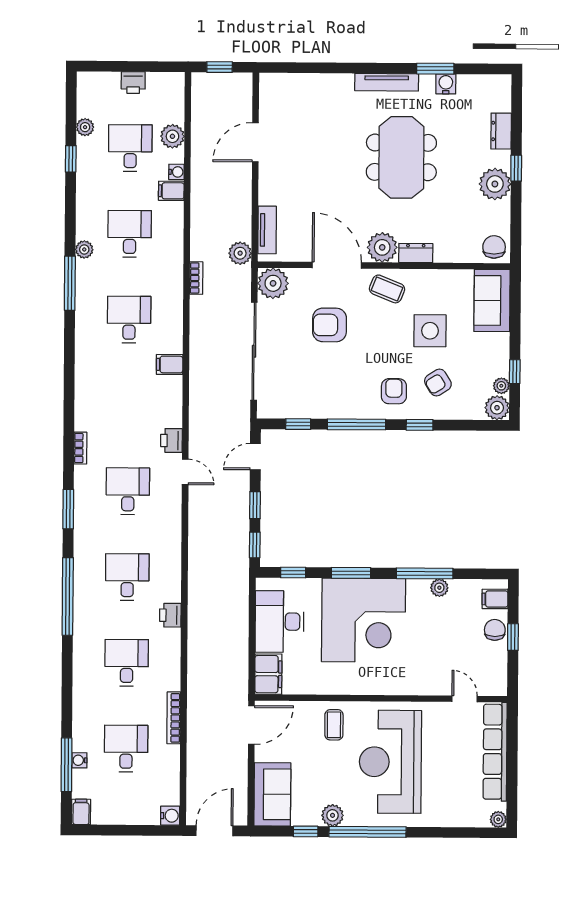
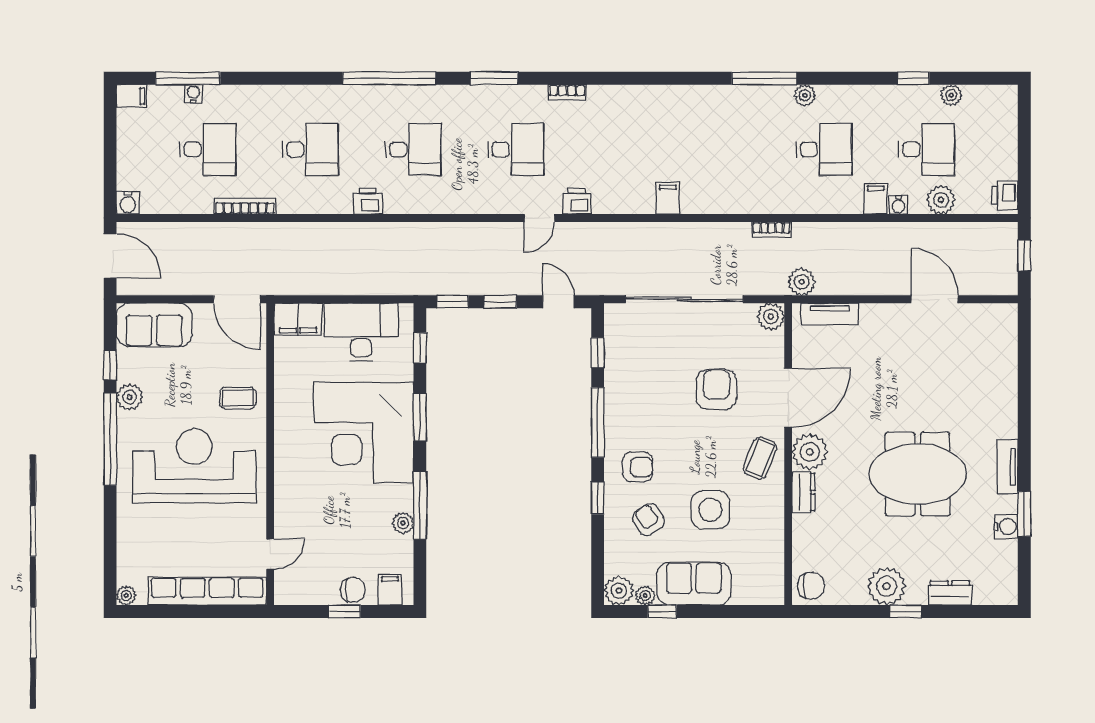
tv unit: (387, 82) -> (1008, 467), width x0.71
printer: (133, 83) -> (1005, 195), moved
plant: (273, 283) -> (771, 317), width x0.73, depth x0.73
sofa: (492, 300) -> (694, 584), moved
desk: (129, 320) -> (721, 149), removed

